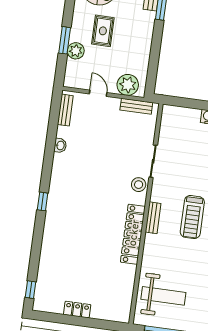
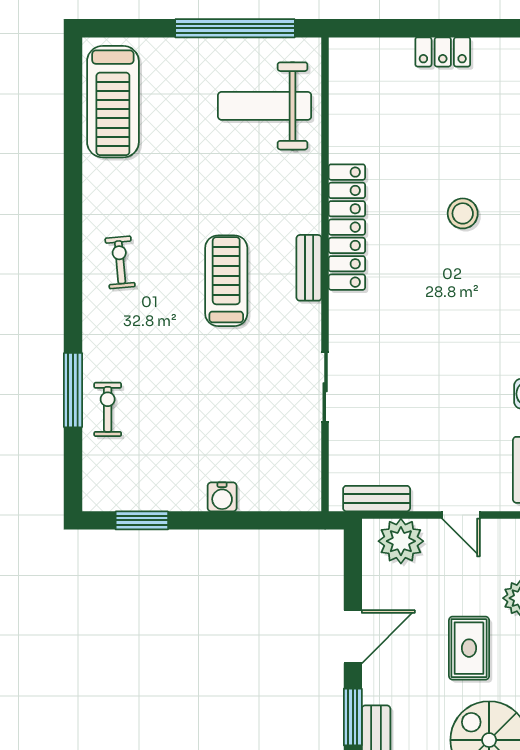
door: (156, 44) -> (353, 637), added
stool: (139, 185) -> (463, 213), moved

